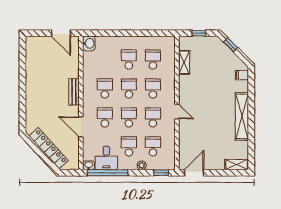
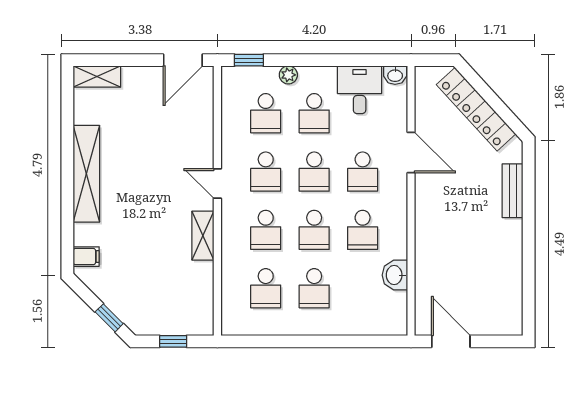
washbasin: (89, 43) -> (395, 275), moved
shelving: (184, 62) -> (203, 236), moved
bench: (74, 92) -> (513, 191), moved
window: (108, 173) -> (357, 60), removed

